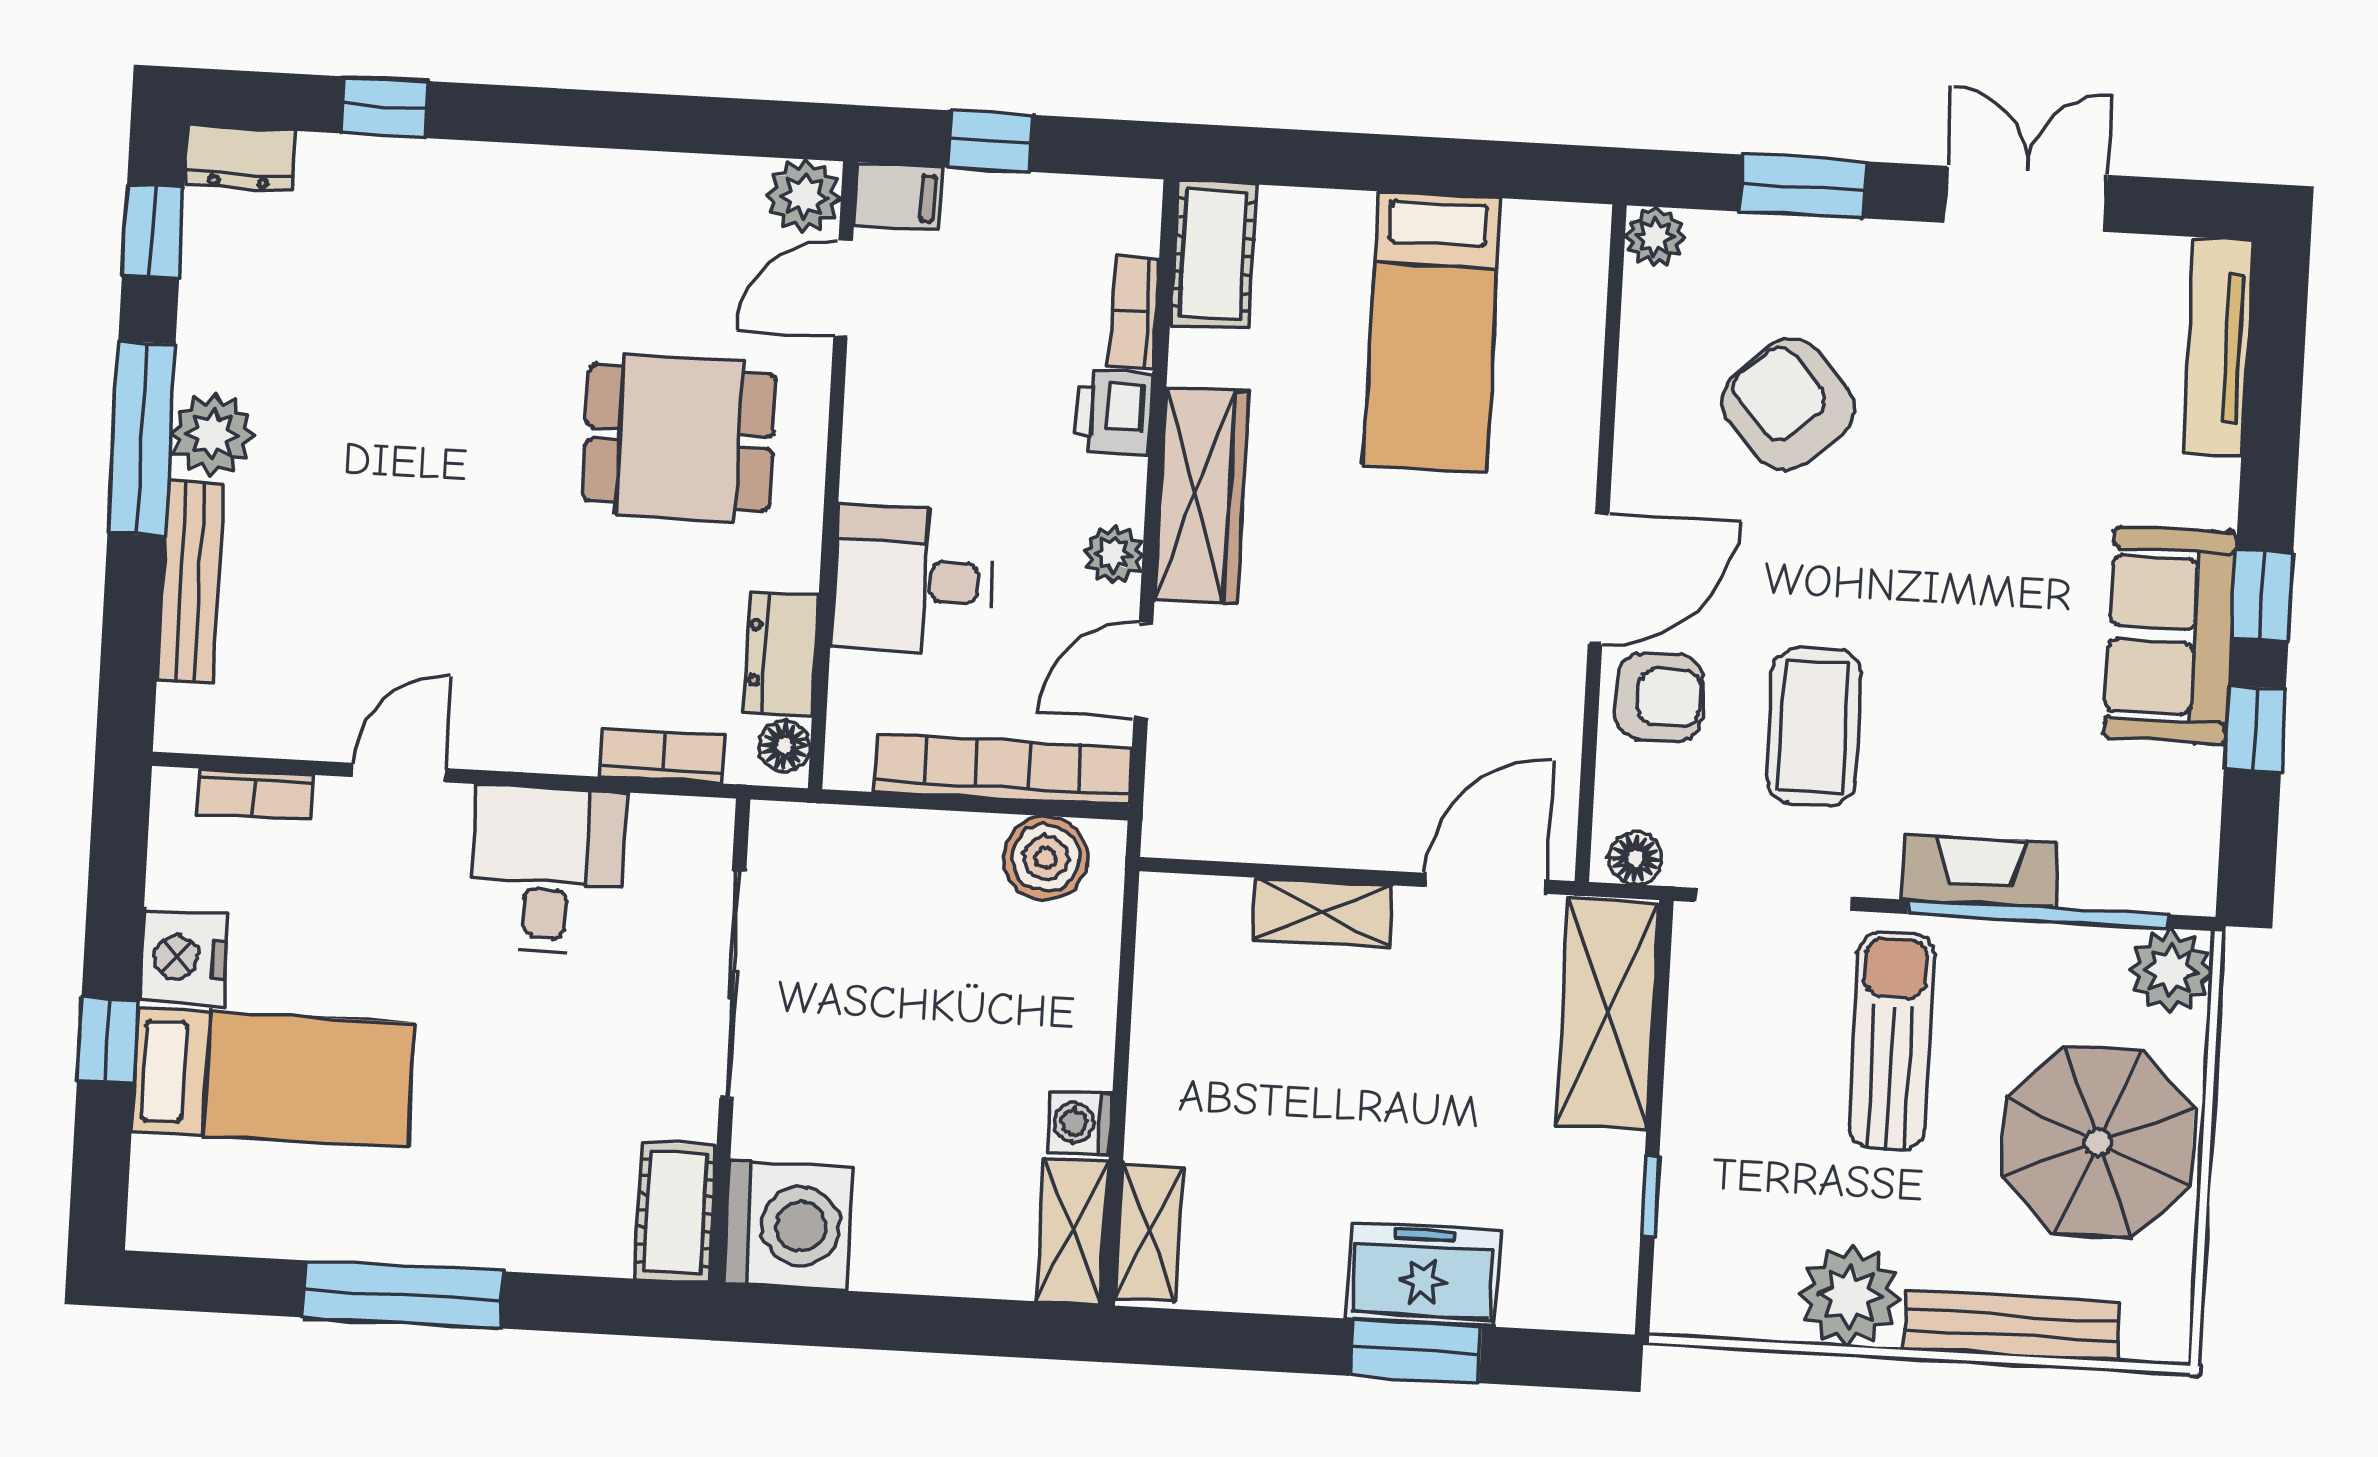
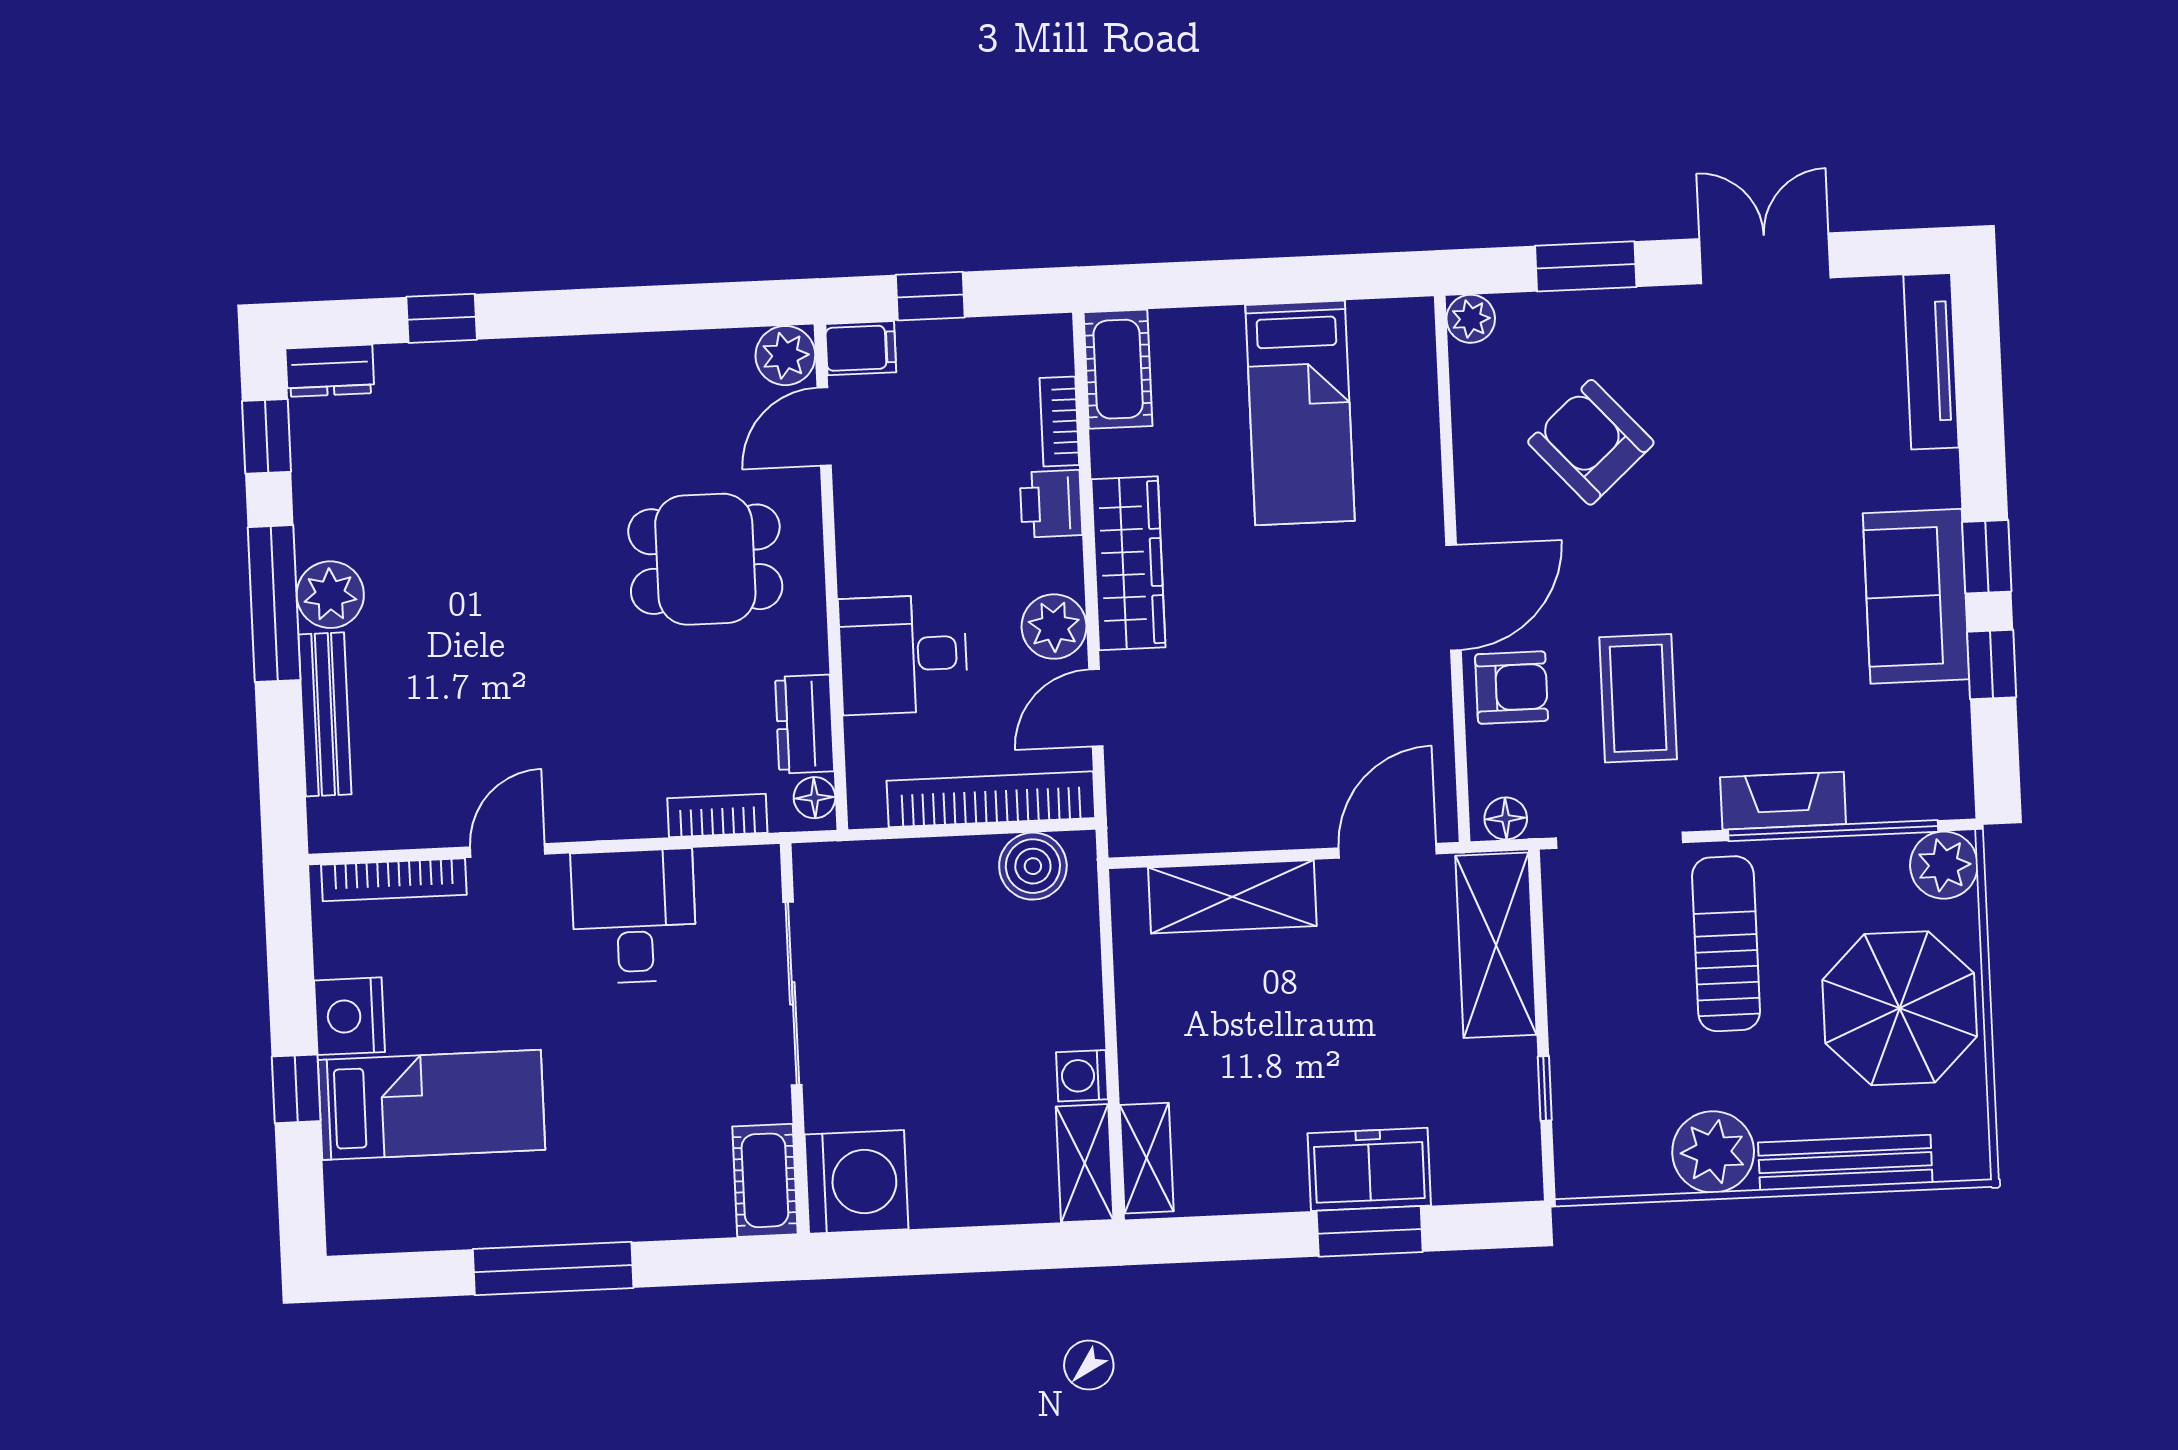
plant: (1113, 554) -> (1054, 627), width x1.38, depth x1.38
bookcase: (255, 795) -> (394, 880), width x1.56
shelving: (1323, 912) -> (1232, 897), width x1.50, depth x1.33

